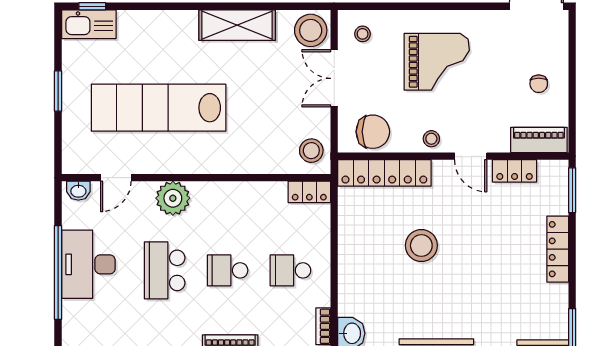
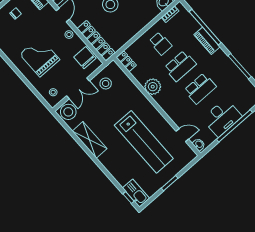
stool: (311, 151) -> (106, 83), moved
plant: (173, 198) -> (153, 87), moved
school desk: (228, 270) -> (180, 66), width x1.85

